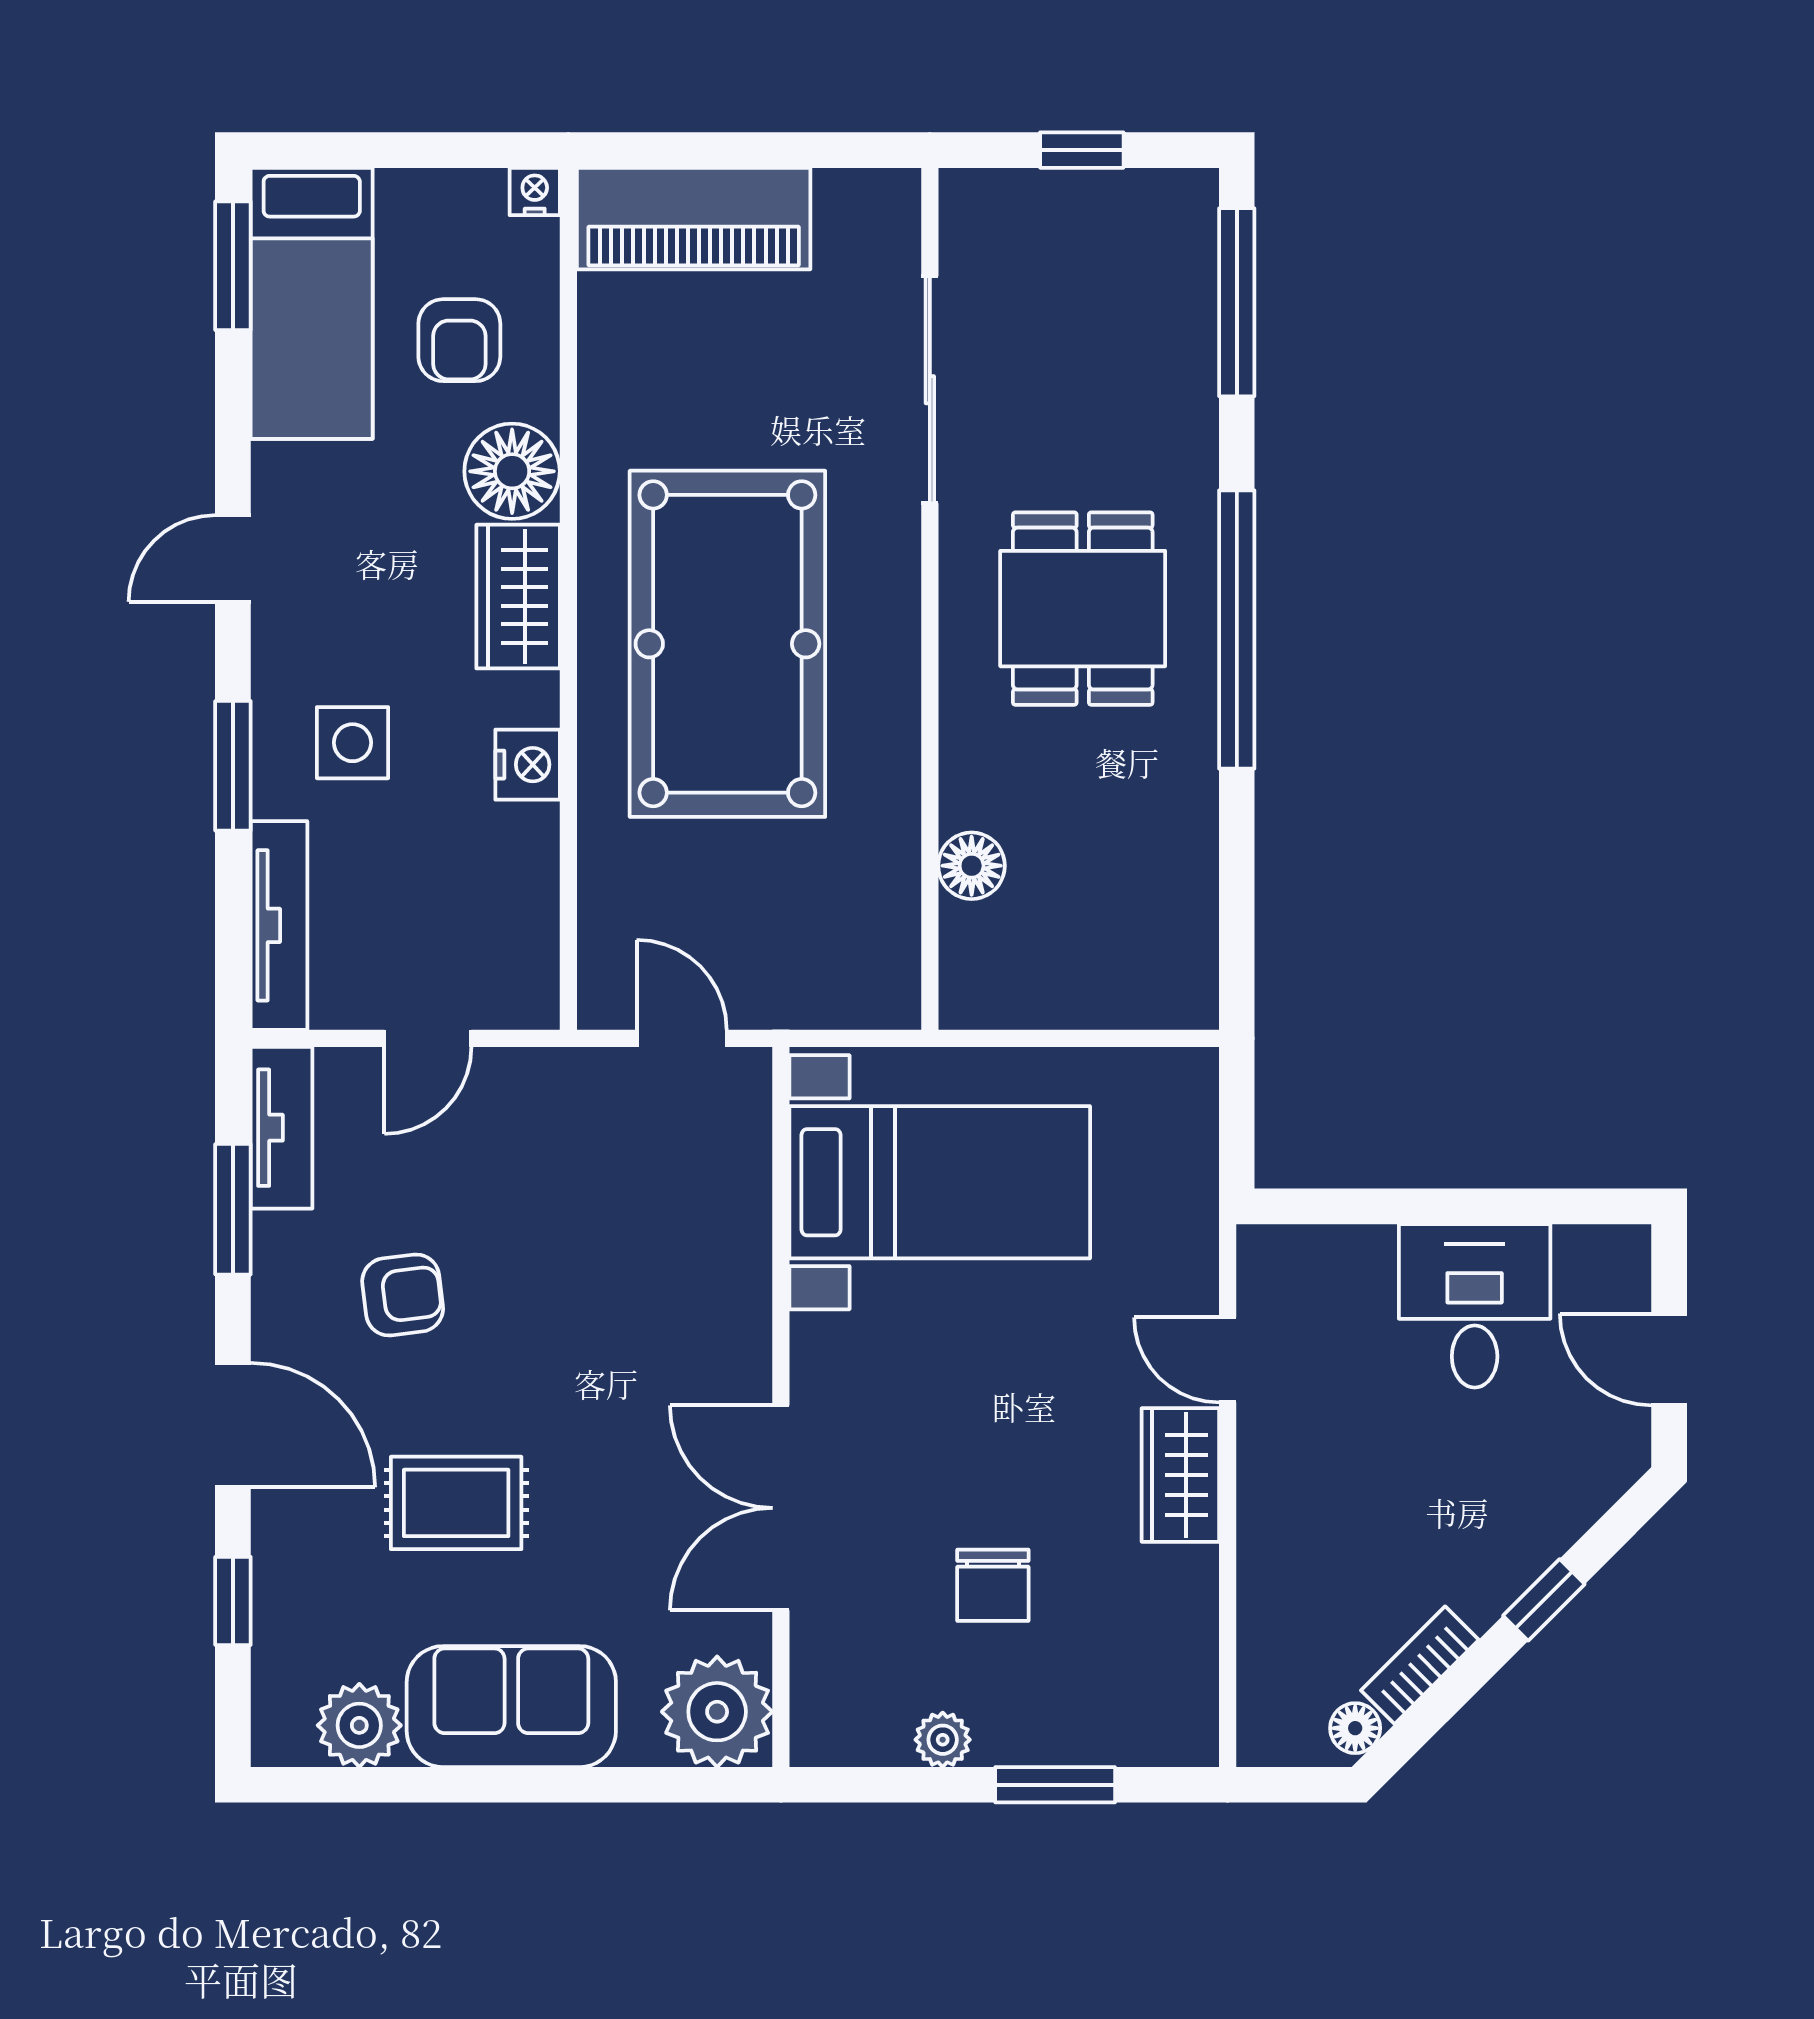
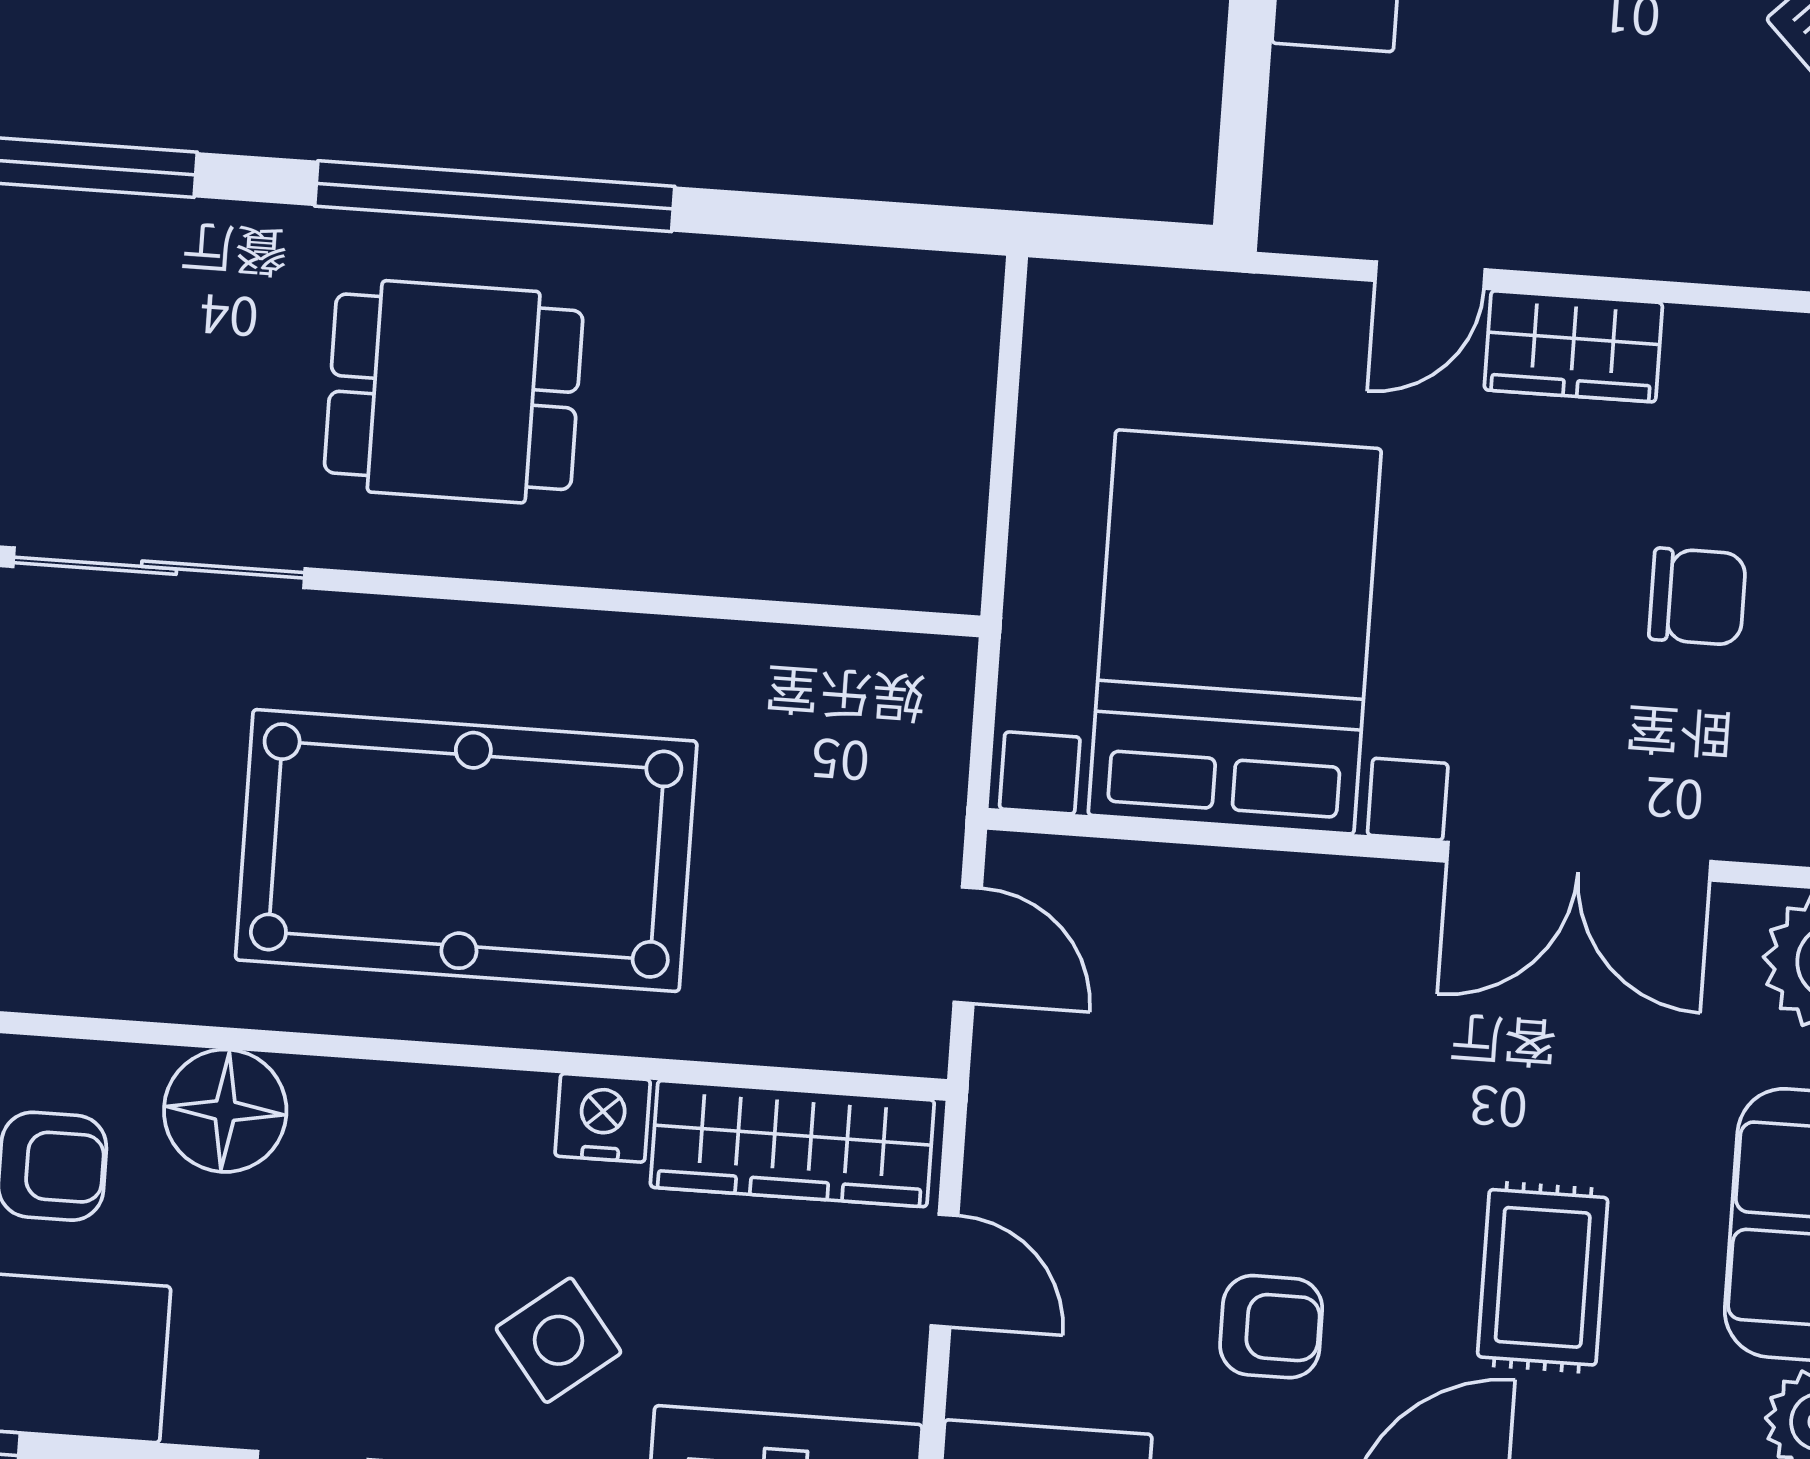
wardrobe: (518, 597) -> (792, 1144), moved, width x1.50
side table: (352, 743) -> (559, 1340), turned -38
floor lamp: (972, 866) -> (773, 558), removed
door: (682, 1038) -> (968, 945), swing flipped
bed with nightstands: (940, 1182) -> (1235, 632), width x1.36
armchair: (403, 1295) -> (1271, 1327), turned 97

